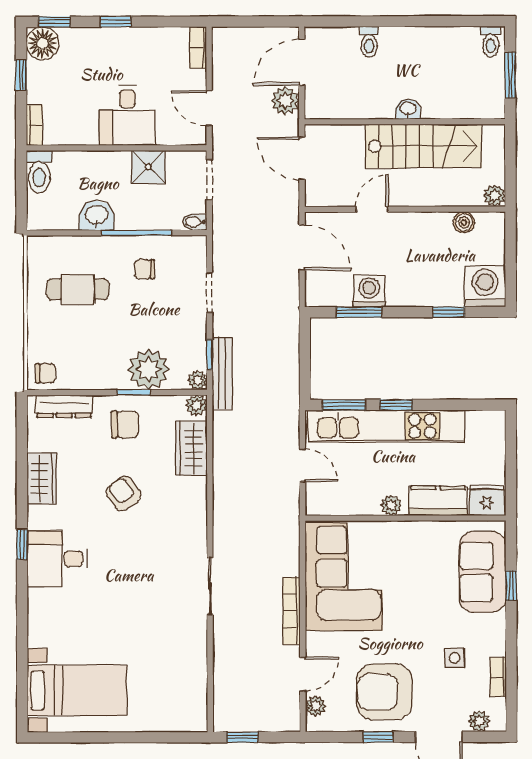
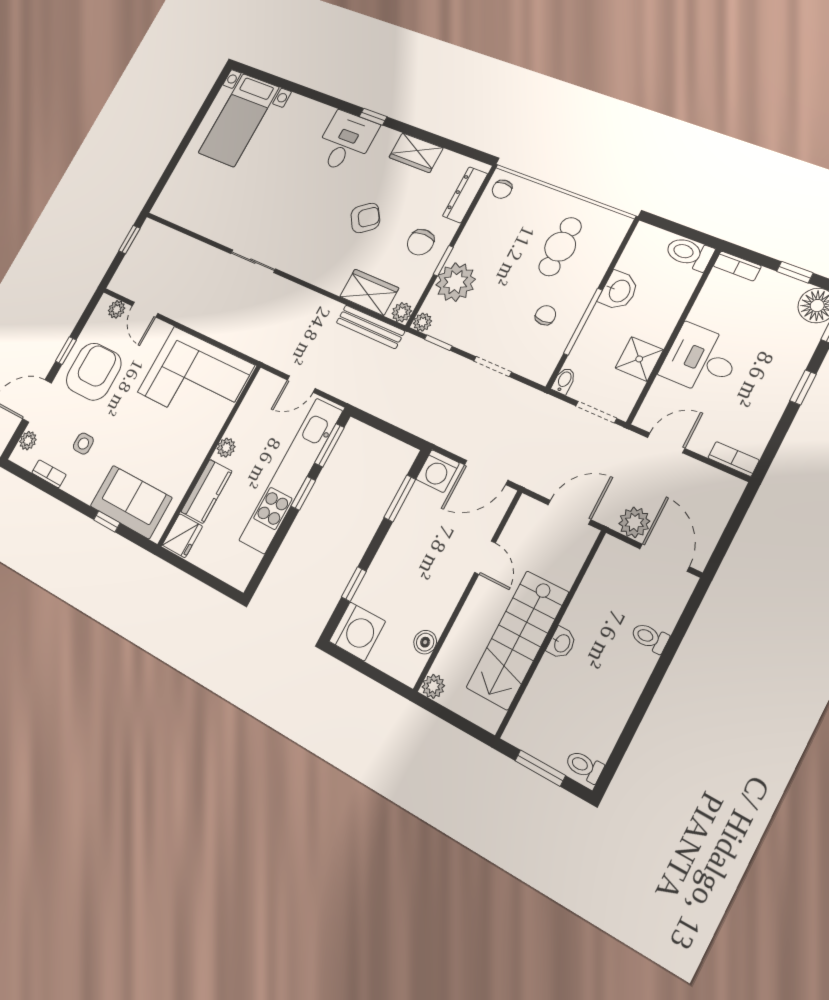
washing machine: (369, 291) -> (438, 471), moved, turned 90
bench: (222, 373) -> (370, 327), moved
bookcase: (291, 611) -> (196, 322), removed

